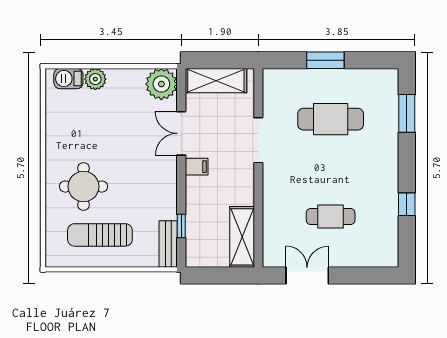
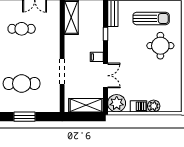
barbecue: (68, 79) -> (139, 106), moved
window: (181, 226) -> (105, 34), moved

